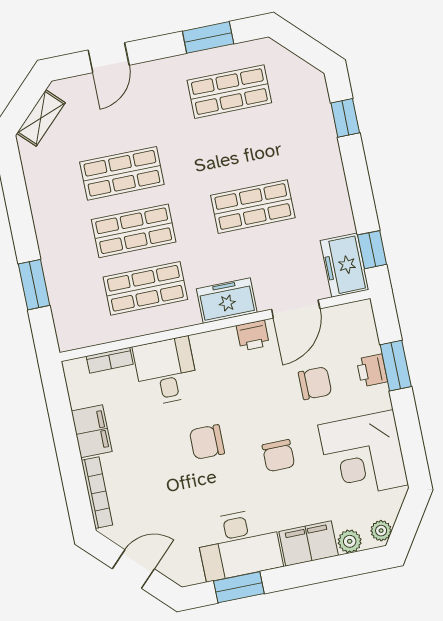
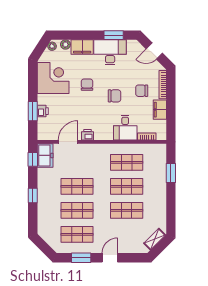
door: (109, 58) -> (110, 258), moved
window: (345, 118) -> (33, 196), moved
shop shelf: (241, 149) -> (77, 210), added
freezer: (227, 301) -> (95, 151), removed
chair: (315, 383) -> (142, 91), moved

